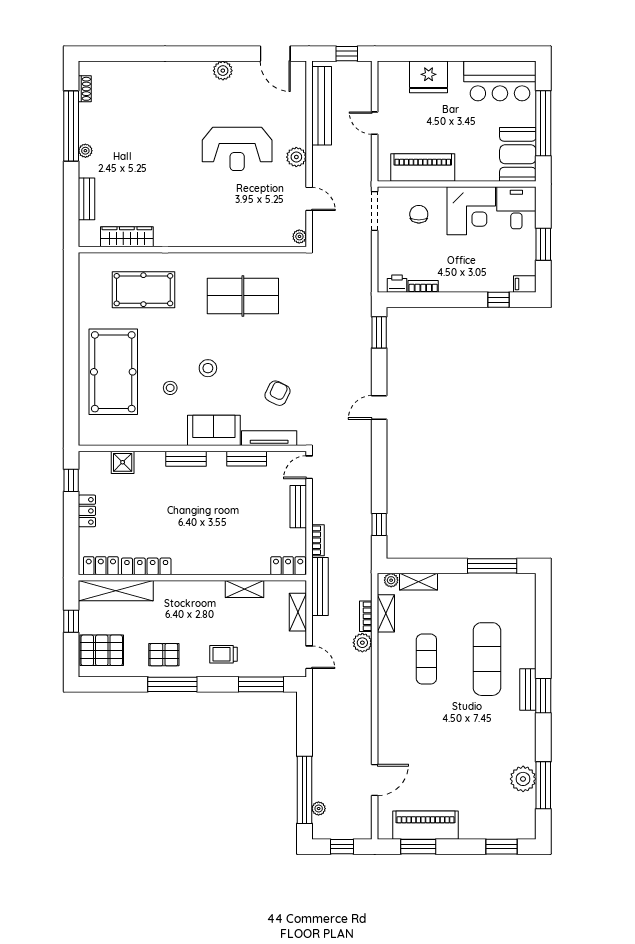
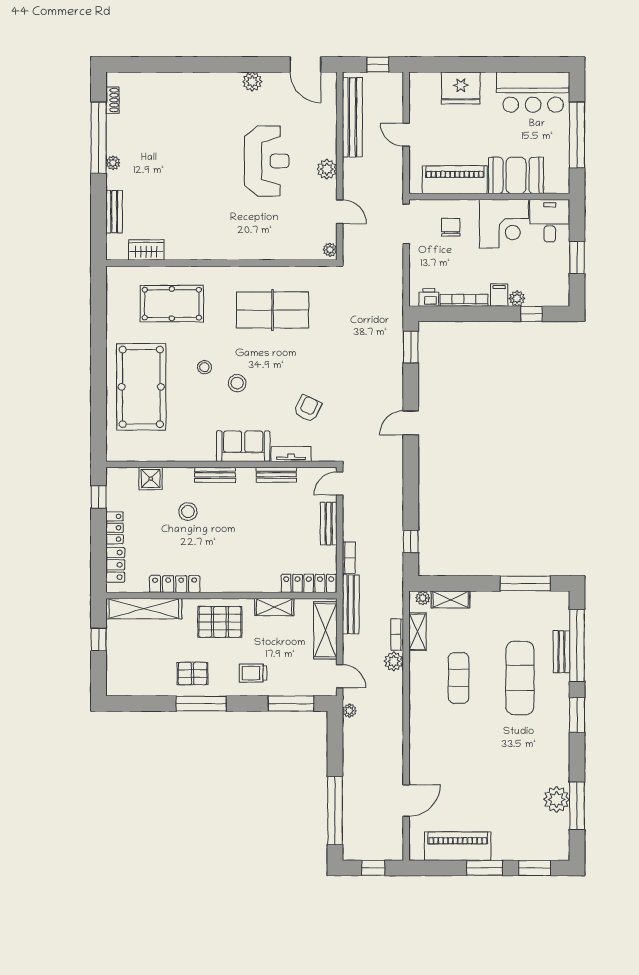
reception desk: (237, 149) -> (267, 161), turned -90
booth: (518, 154) -> (516, 175), moved, turned 90
wardrobe: (127, 237) -> (146, 250), width x0.67
filing cabinet: (525, 284) -> (499, 295), moved, turned 90
plant: (484, 285) -> (517, 299), added
bookcase: (423, 286) -> (464, 300), width x1.56
stool: (170, 388) -> (204, 367), moved
tv unit: (269, 438) -> (291, 454), width x0.71
stool: (159, 495) -> (188, 512), added
locker: (101, 566) -> (115, 565), moved, turned 90
locker: (288, 566) -> (309, 583), width x1.53
shelving: (298, 612) -> (325, 630), width x1.50, depth x1.33
window: (543, 627) -> (577, 646), added
pallet: (102, 650) -> (220, 622), moved
bench: (528, 690) -> (562, 652), moved
plant: (319, 809) -> (349, 711), moved
window: (418, 847) -> (485, 868), moved

